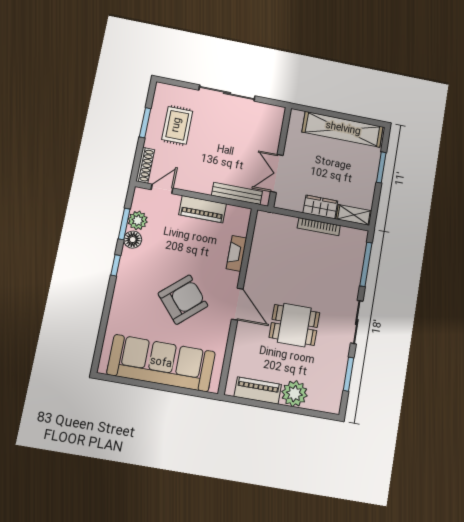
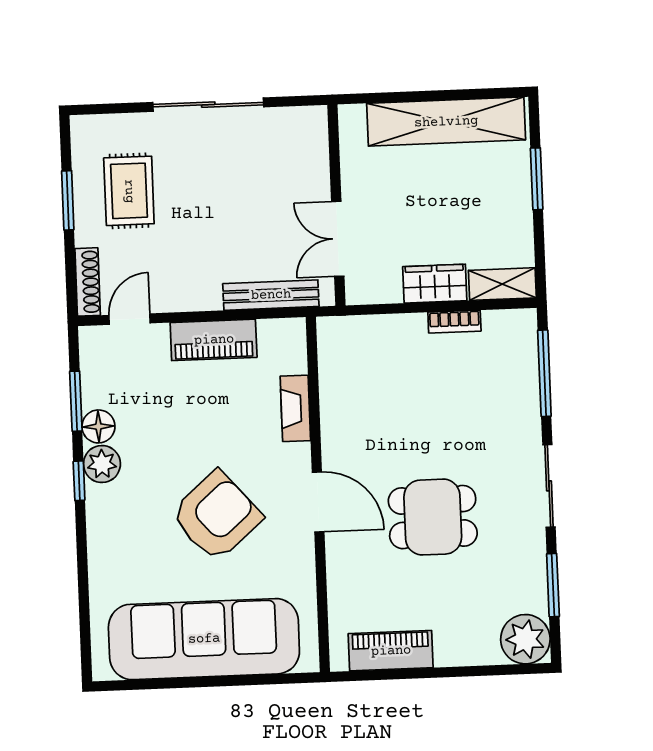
plant: (138, 220) -> (102, 464), moved
bookcase: (319, 227) -> (454, 322), width x0.64
plant: (294, 394) -> (525, 639), moved

